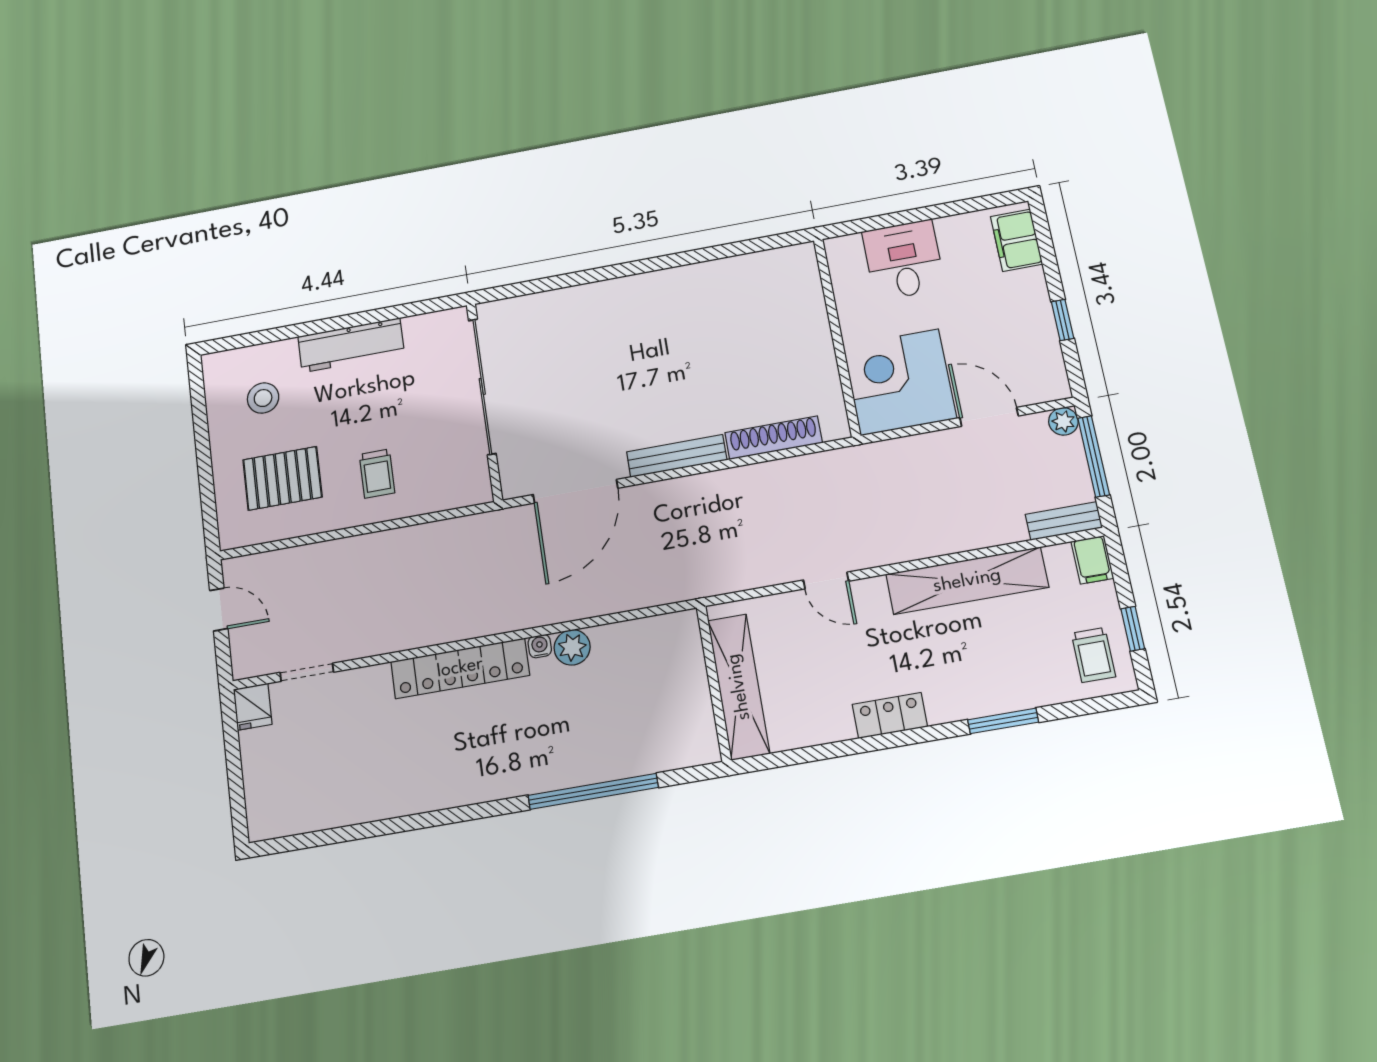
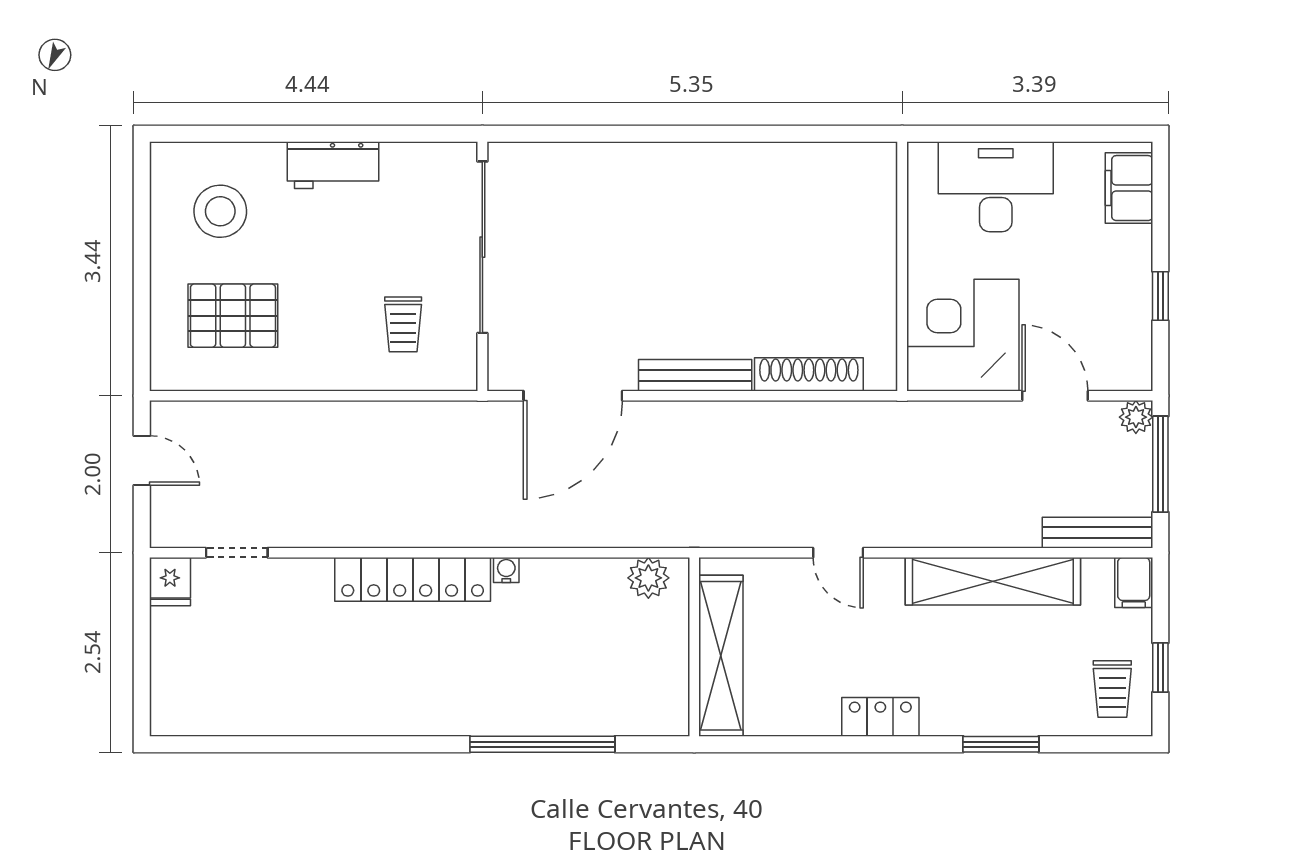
desk: (904, 260) -> (996, 187), width x1.37
workbench: (351, 345) -> (333, 165), width x0.73
stool: (263, 398) -> (220, 211), width x1.38, depth x1.38
trolley: (377, 474) -> (403, 324), moved
bench: (1064, 521) -> (1097, 533), width x1.36
plant: (572, 647) -> (648, 578), moved

